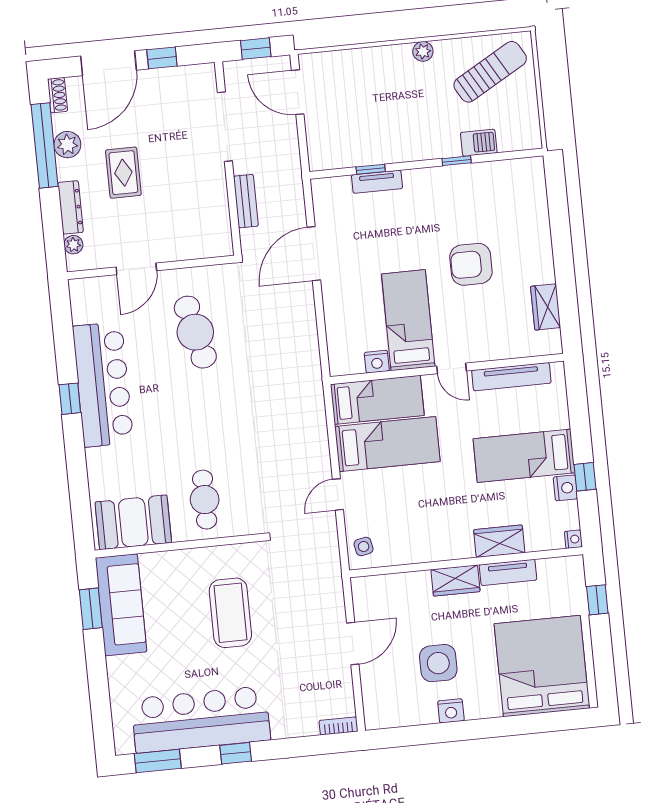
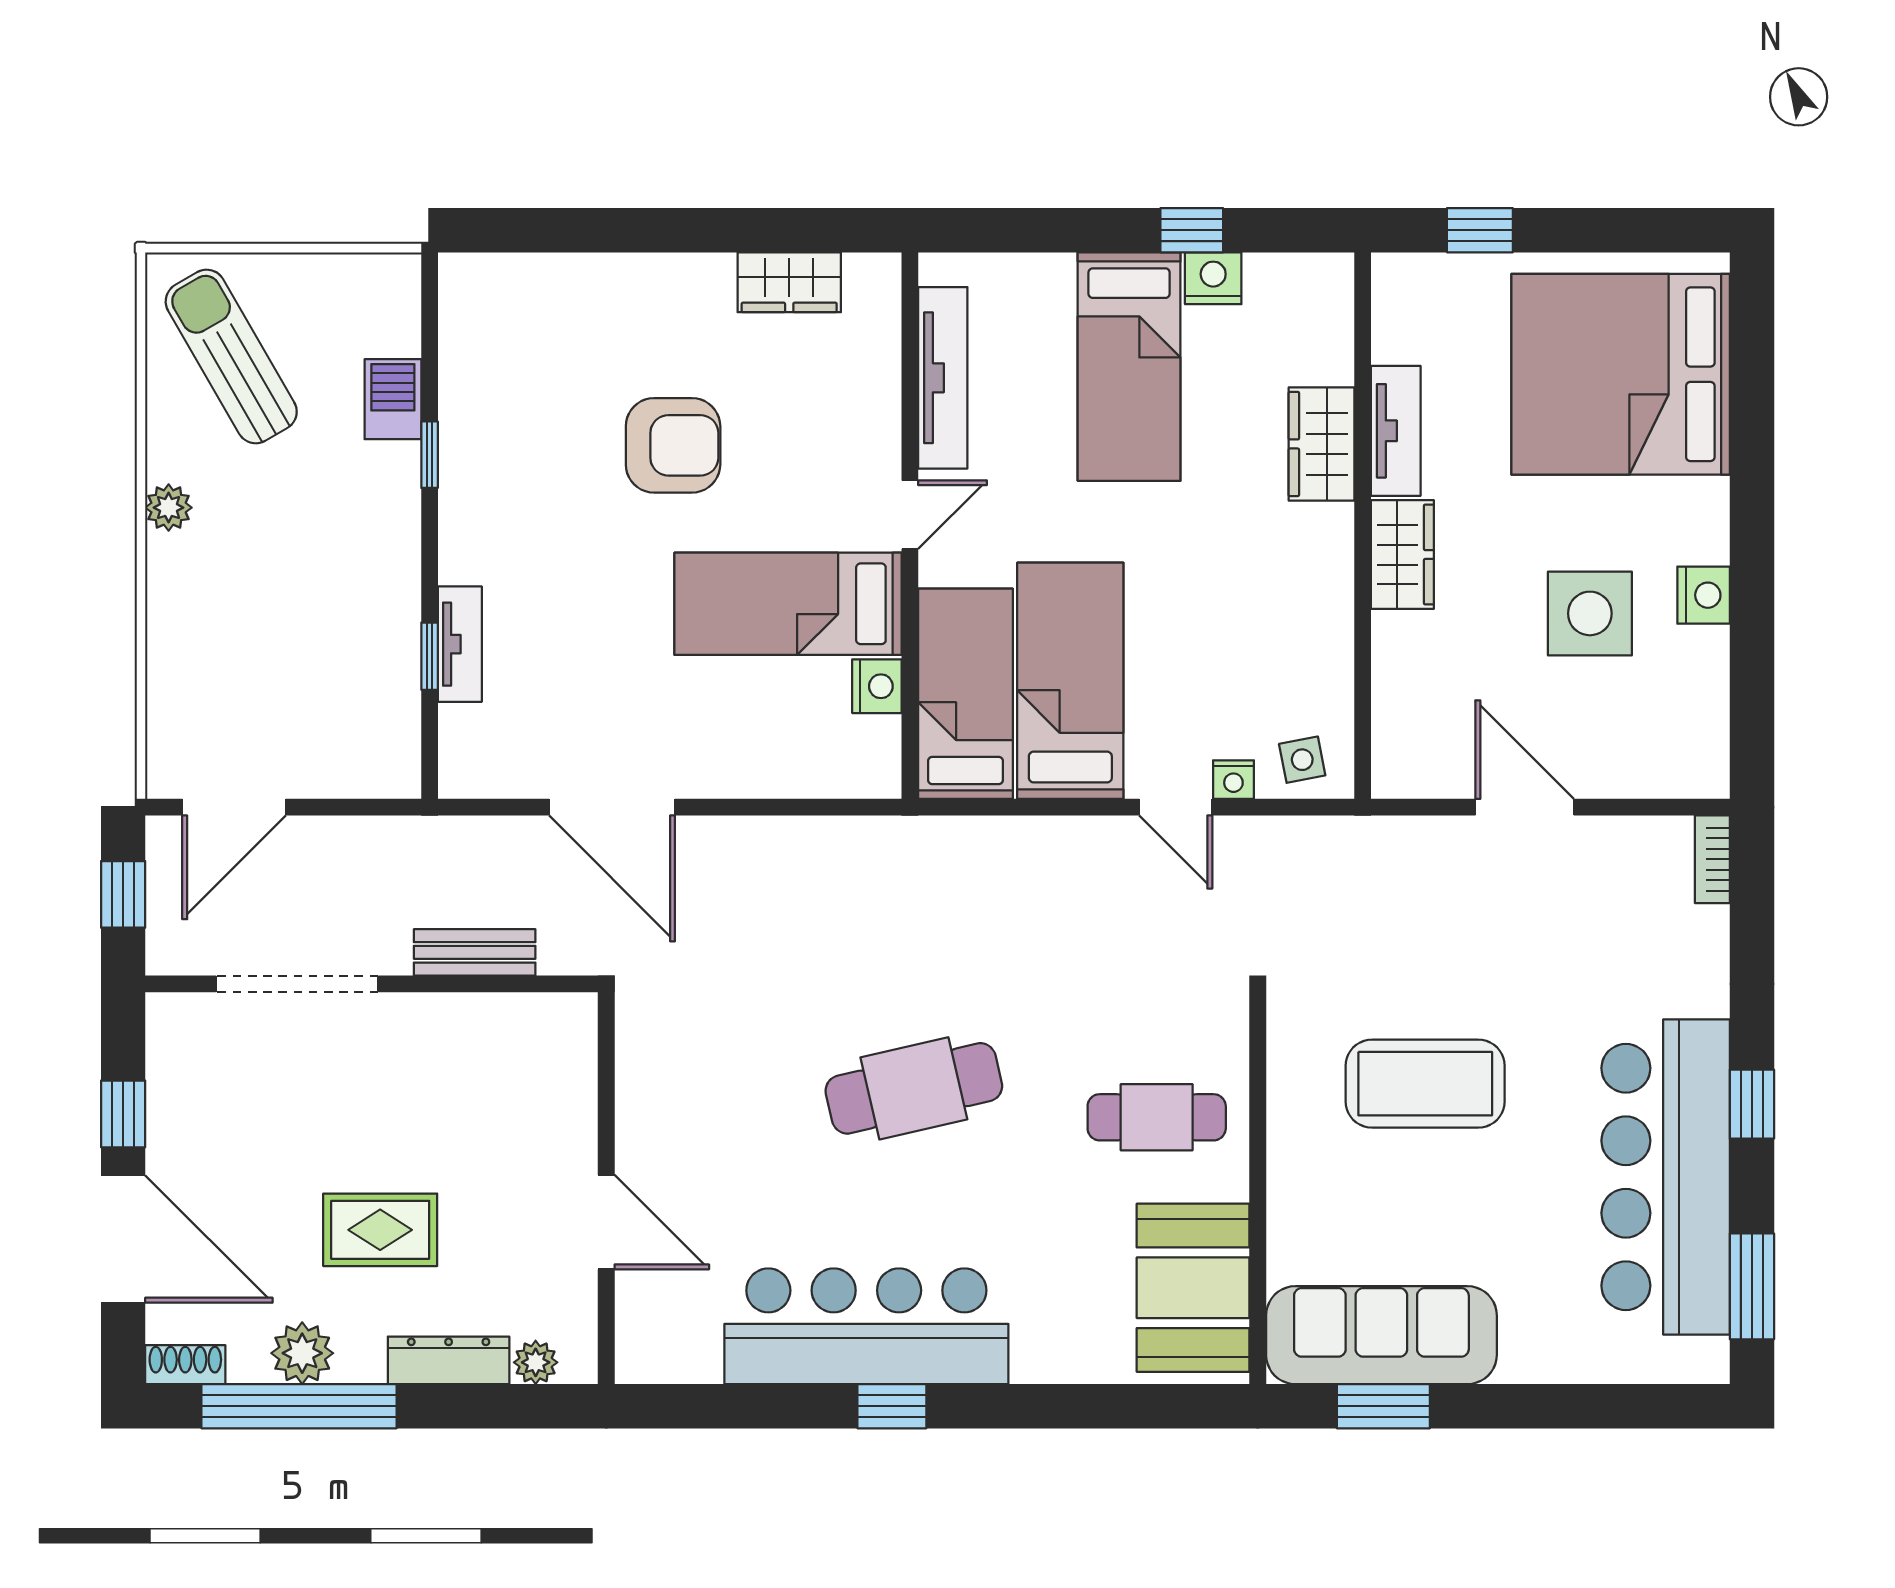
armchair: (471, 264) -> (673, 445), turned -90
cafe table: (195, 332) -> (914, 1088), moved
nightstand: (573, 539) -> (1233, 780), moved, turned 180

